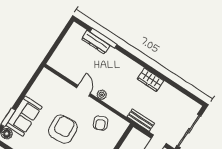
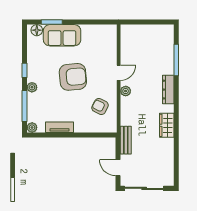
dresser: (96, 42) -> (168, 90), moved
armchair: (101, 123) -> (100, 106), turned 51

